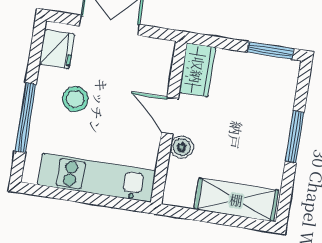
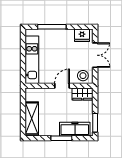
stool: (75, 99) -> (83, 76), moved
freezer: (278, 101) -> (75, 129), added
boiler: (182, 147) -> (50, 93), removed

